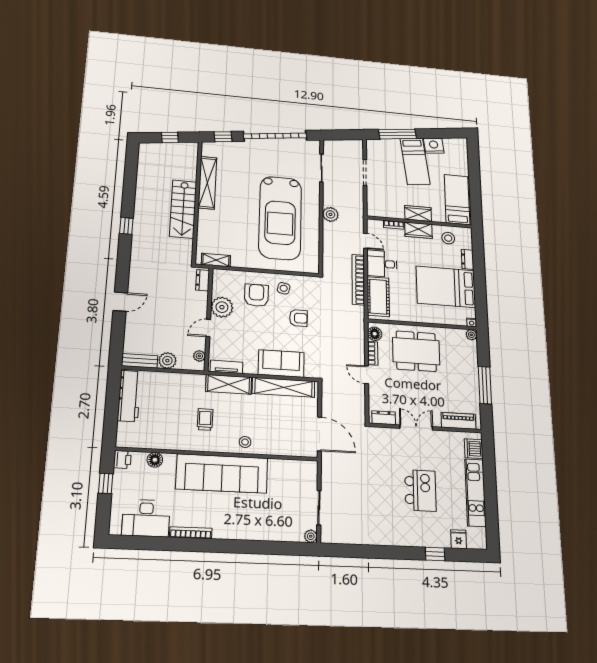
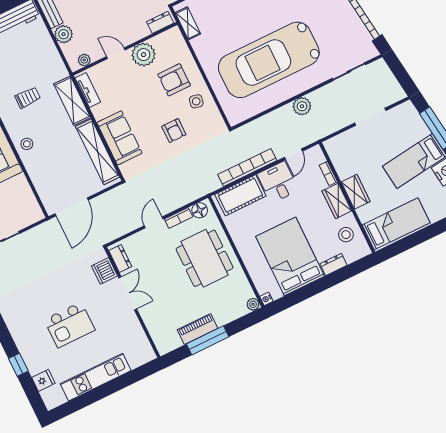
armchair: (256, 295) -> (174, 80), turned 180
piano: (459, 421) -> (198, 329), moved, turned -90
dishwasher: (474, 449) -> (104, 271), moved, turned -90

